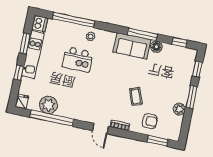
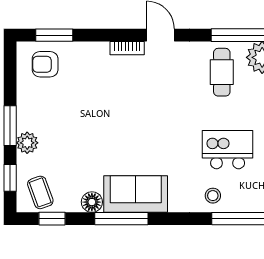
coffee table: (136, 96) -> (40, 192), moved
cafe table: (72, 102) -> (222, 72), added
plant: (179, 109) -> (27, 143), moved
armchair: (150, 121) -> (45, 64), moved

